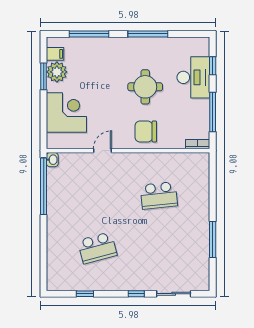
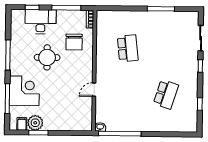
corner desk: (66, 113) -> (24, 91), moved, turned 90
chair: (146, 132) -> (74, 42), moved
door: (103, 151) -> (94, 90), hinge flipped
school desk: (97, 248) -> (166, 94), turned 33

